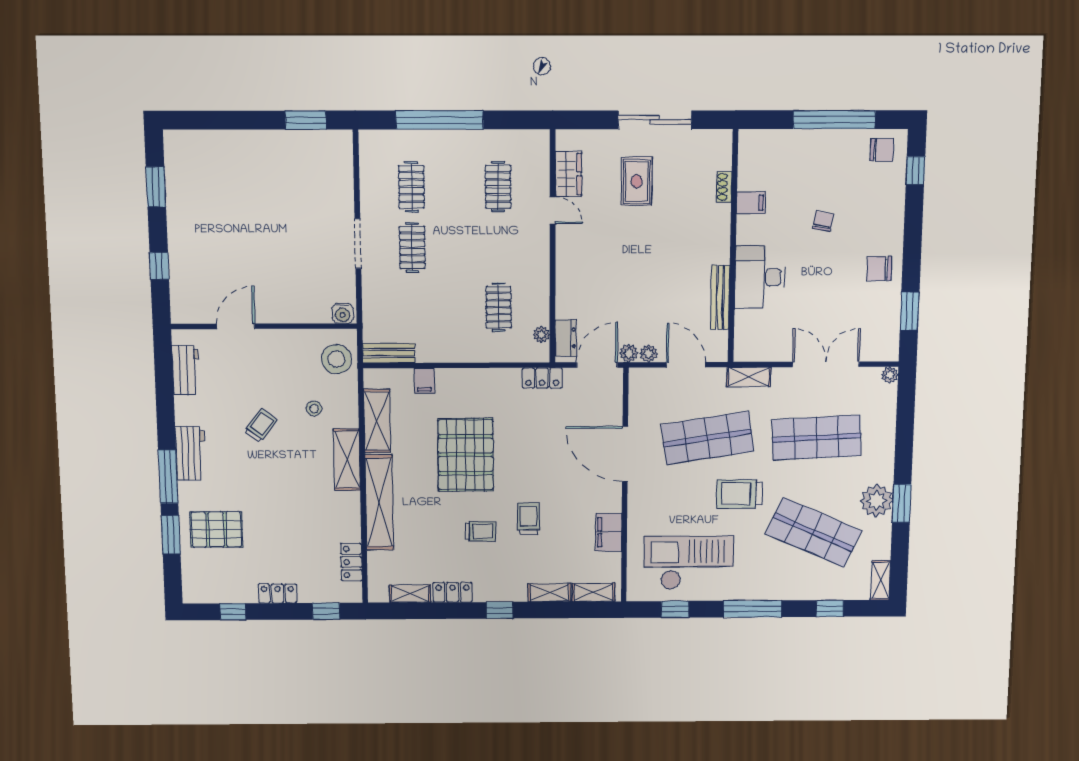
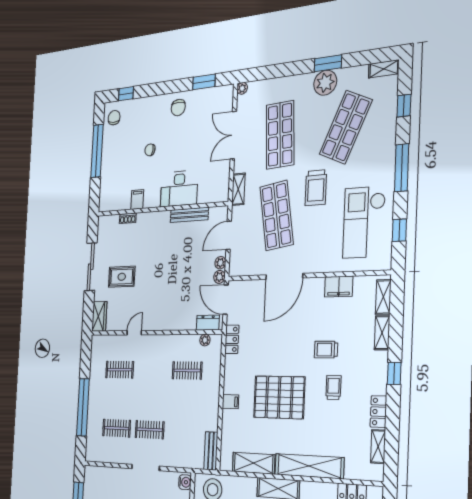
wardrobe: (568, 174) -> (99, 316), moved, turned 90
filing cabinet: (424, 381) -> (230, 402), moved

